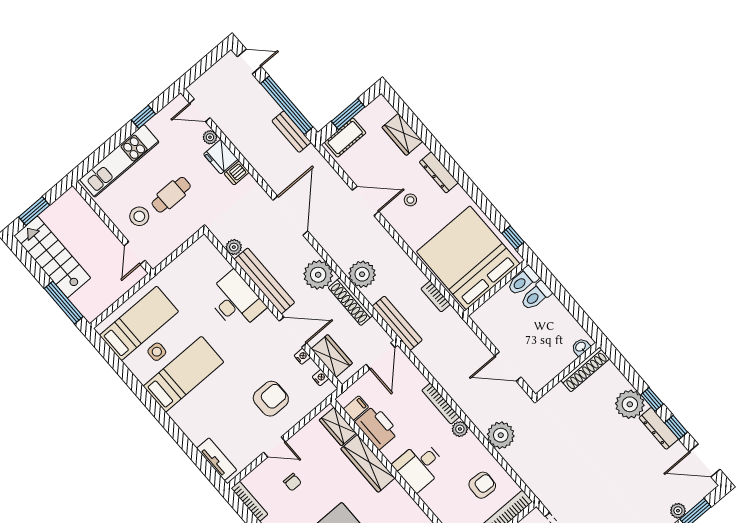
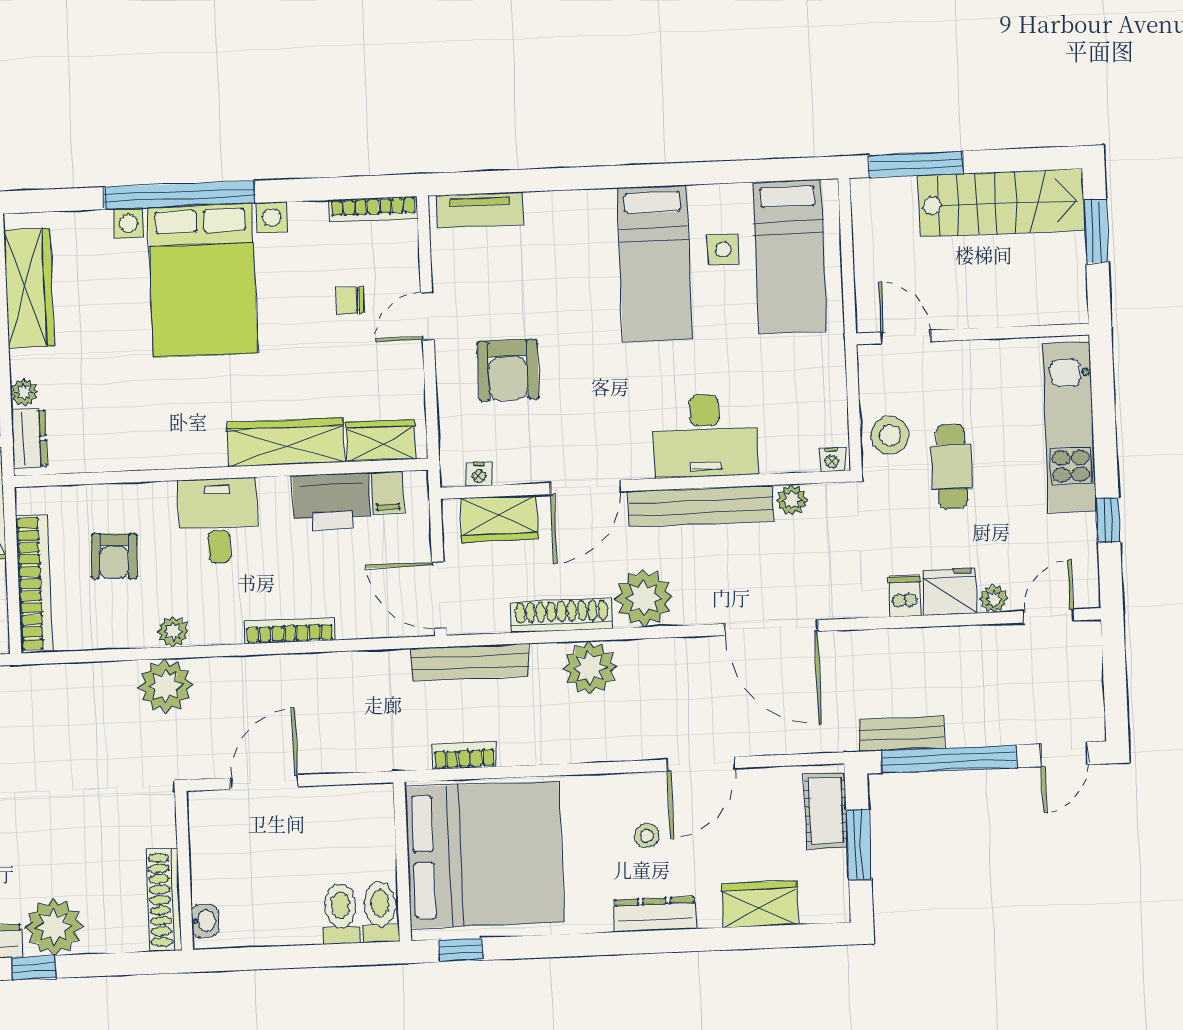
stool: (139, 216) -> (890, 435), moved
nightstand: (302, 356) -> (832, 460), moved
plant: (460, 429) -> (173, 631), moved
armchair: (482, 485) -> (114, 556), moved

